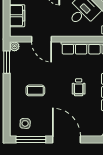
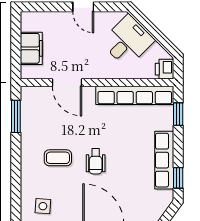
plant: (14, 46) -> (27, 93), removed
wheelchair: (79, 87) -> (96, 161), moved

